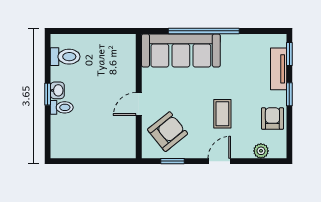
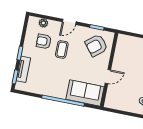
sofa: (181, 50) -> (85, 93), width x0.73
door: (139, 104) -> (108, 76), moved
armchair: (272, 119) -> (44, 41), moved, turned 90

